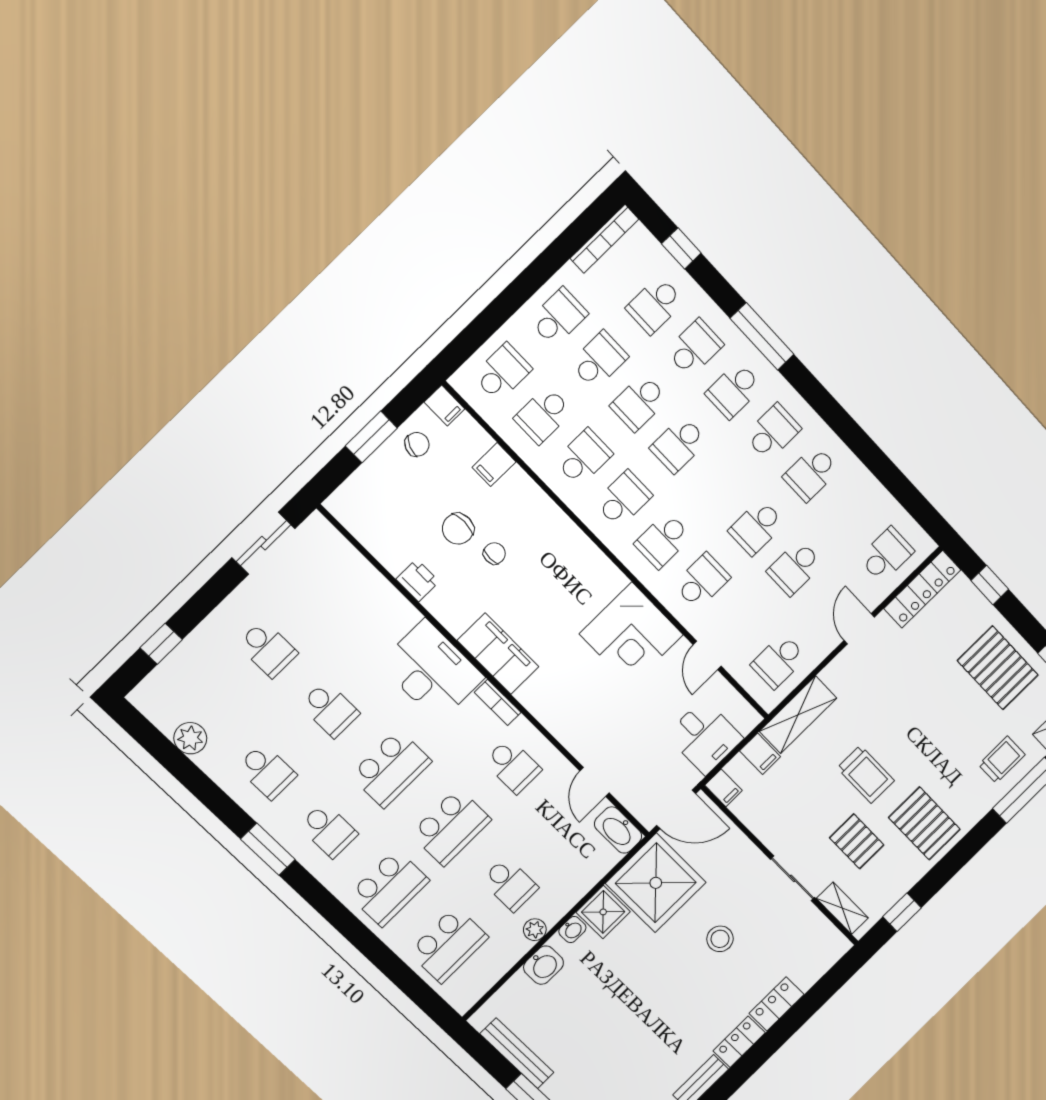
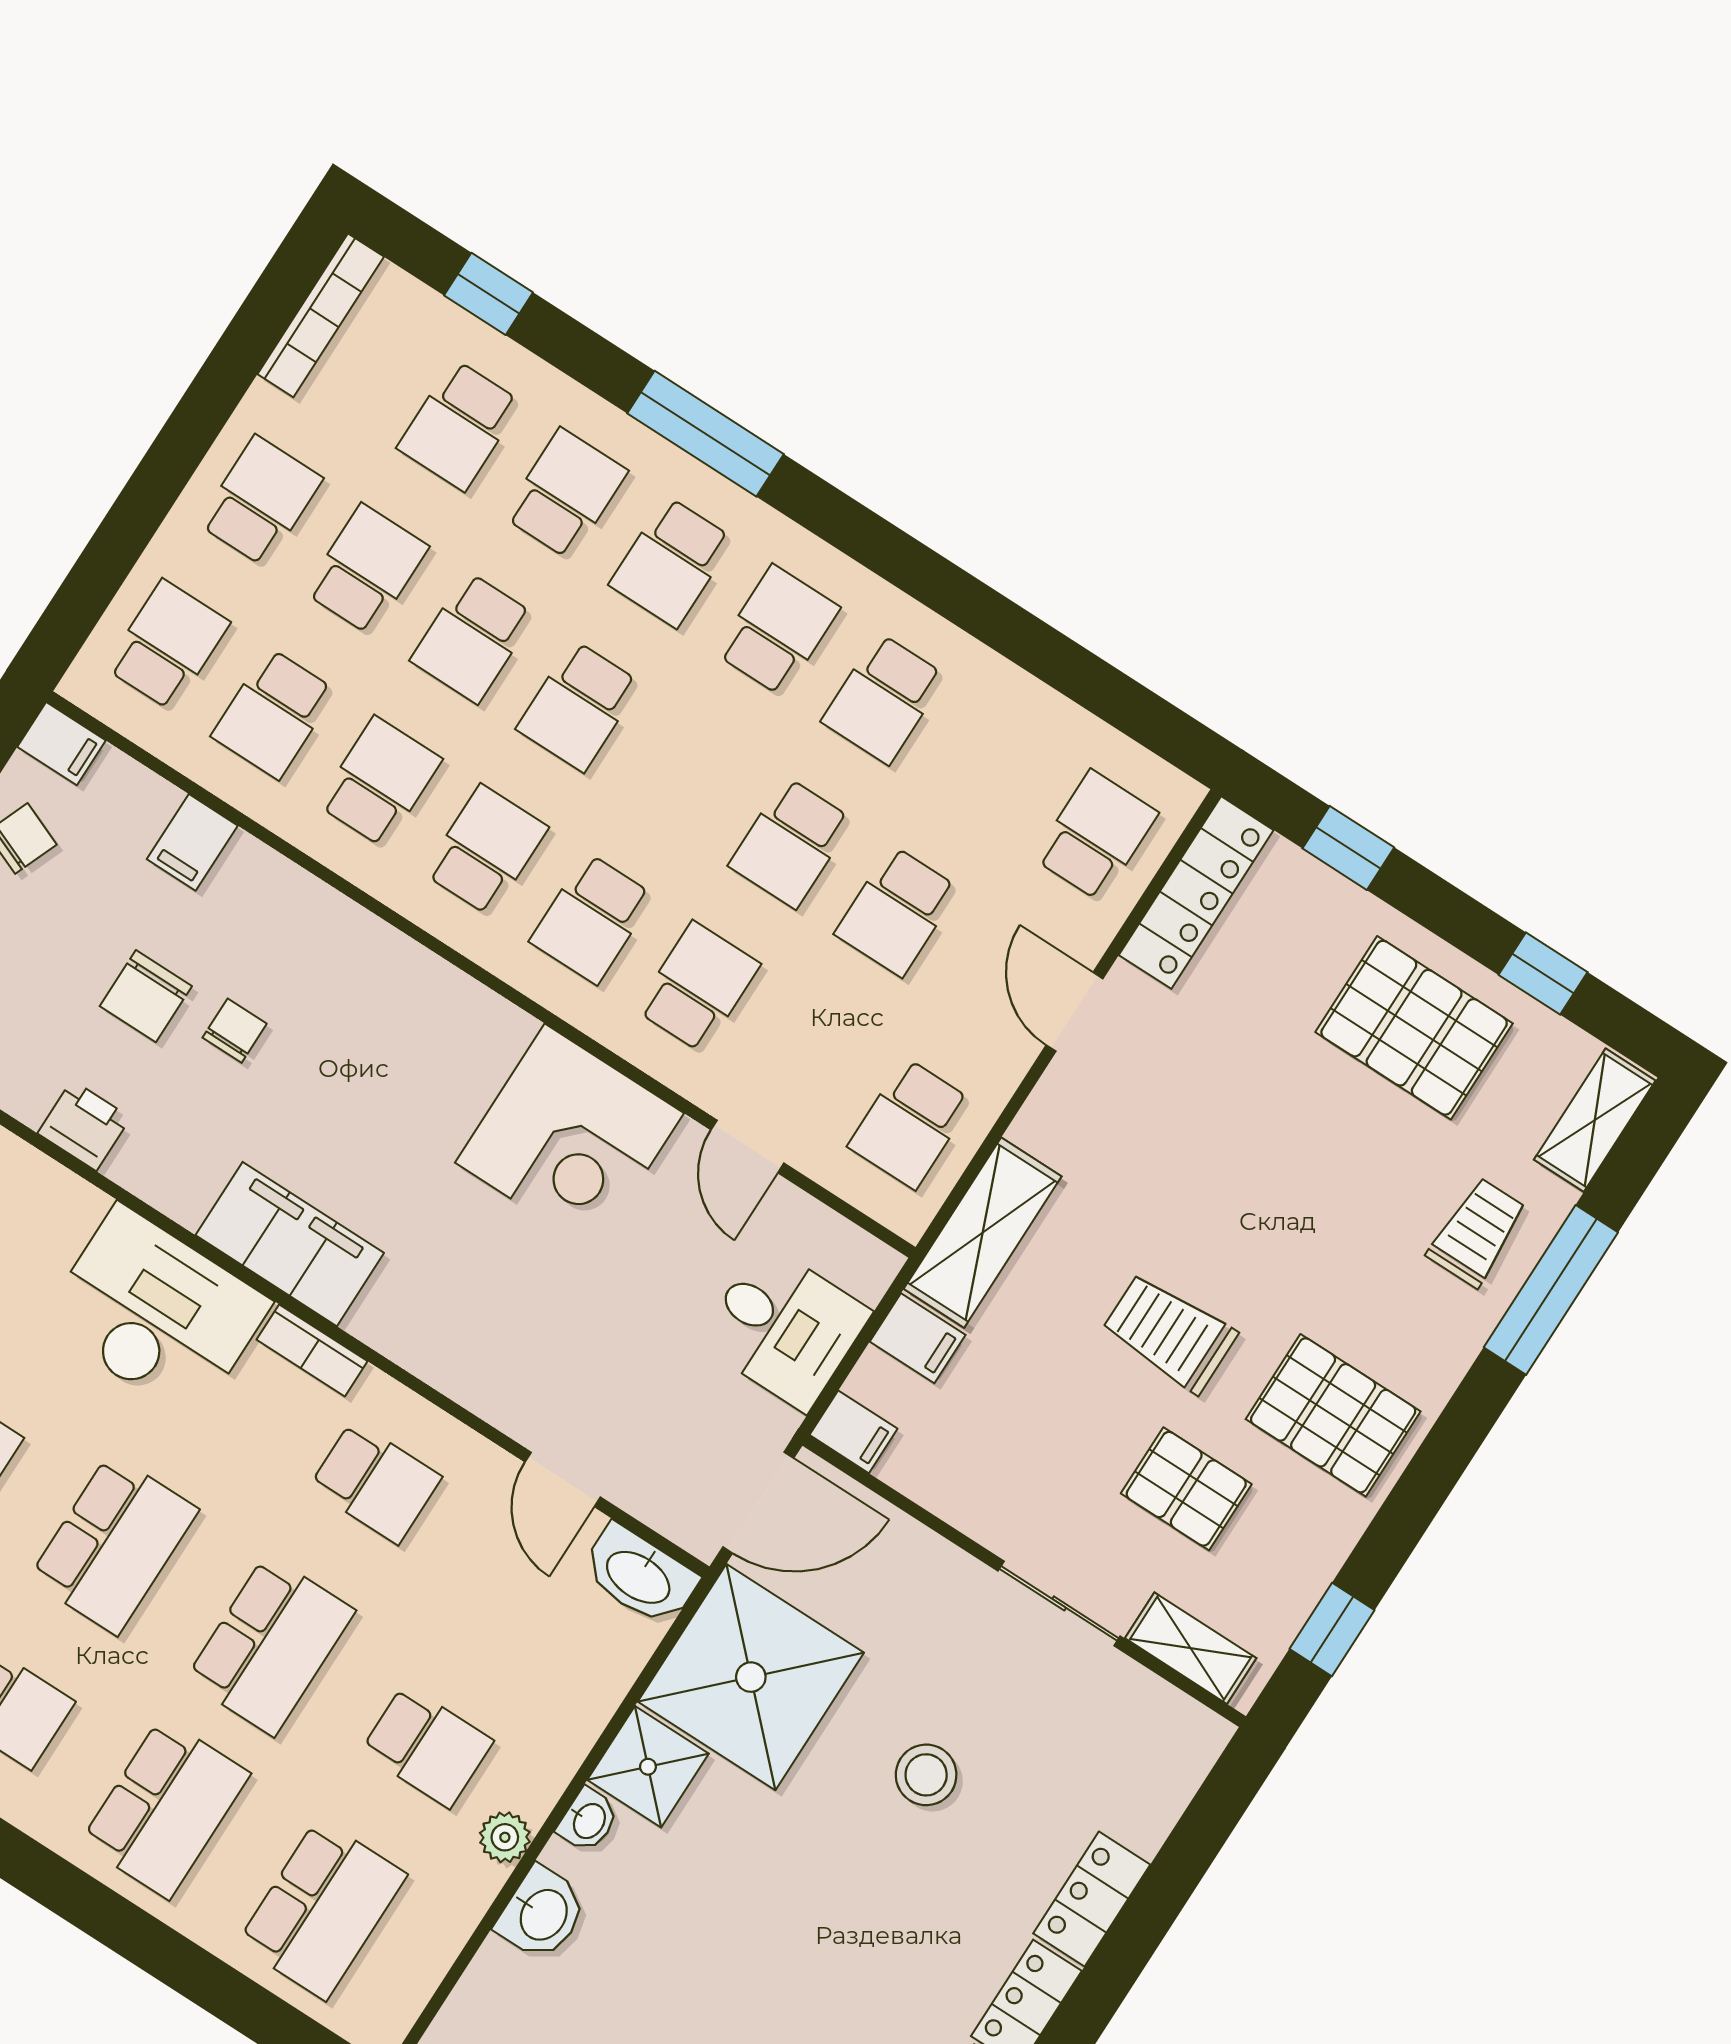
trolley: (866, 774) -> (1169, 1333), turned 180

